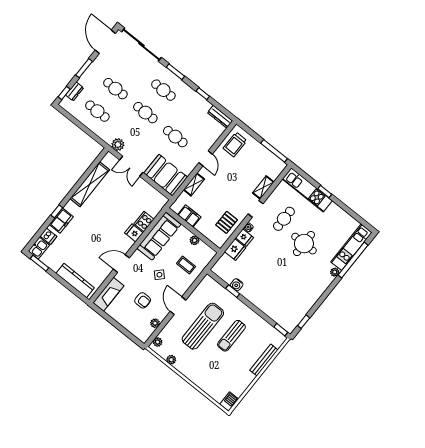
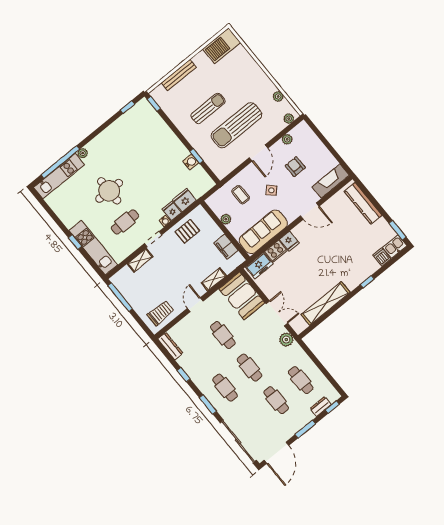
freezer: (61, 221) -> (259, 265), moved, turned 180
barbecue: (229, 402) -> (222, 46), width x1.88, depth x1.53

